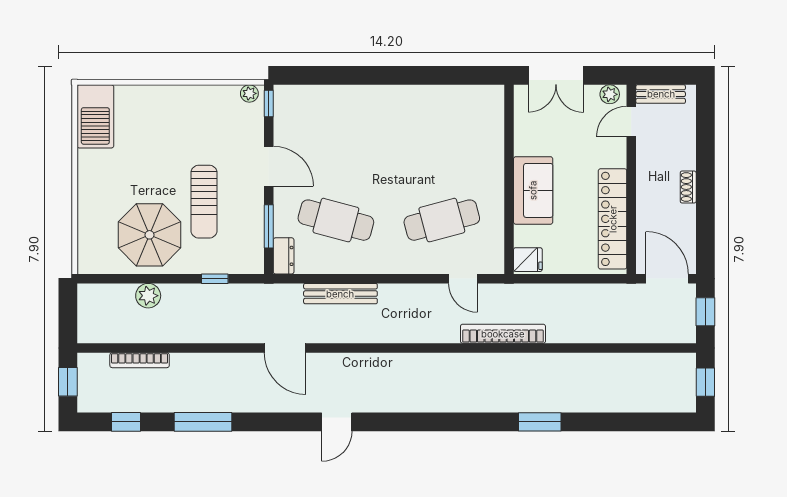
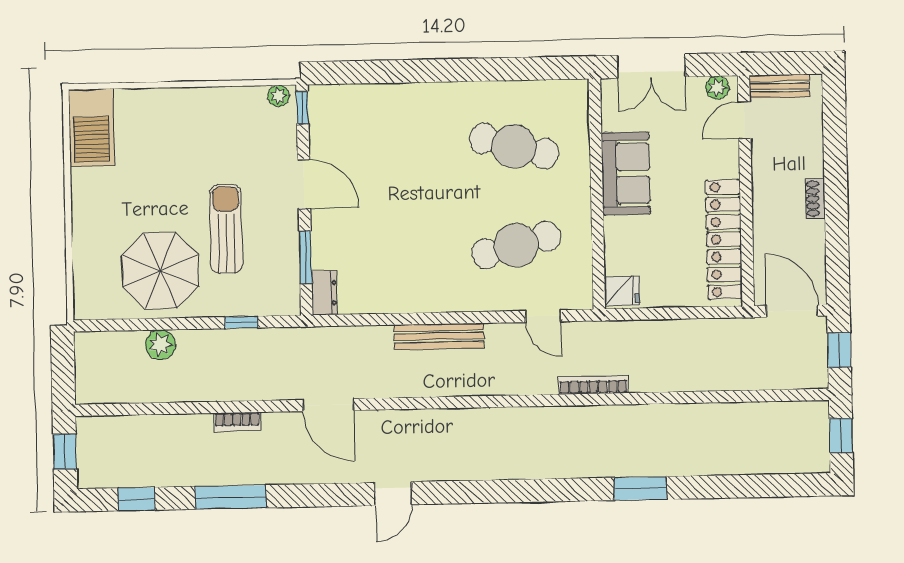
sofa: (533, 190) -> (626, 174), moved
sun lounger: (204, 202) -> (226, 229), turned 180
cafe table: (336, 220) -> (514, 146), moved
bench: (340, 294) -> (439, 336), moved
bookcase: (503, 334) -> (593, 385), width x0.68, depth x0.76
bookcase: (140, 360) -> (237, 422), moved, width x0.64

